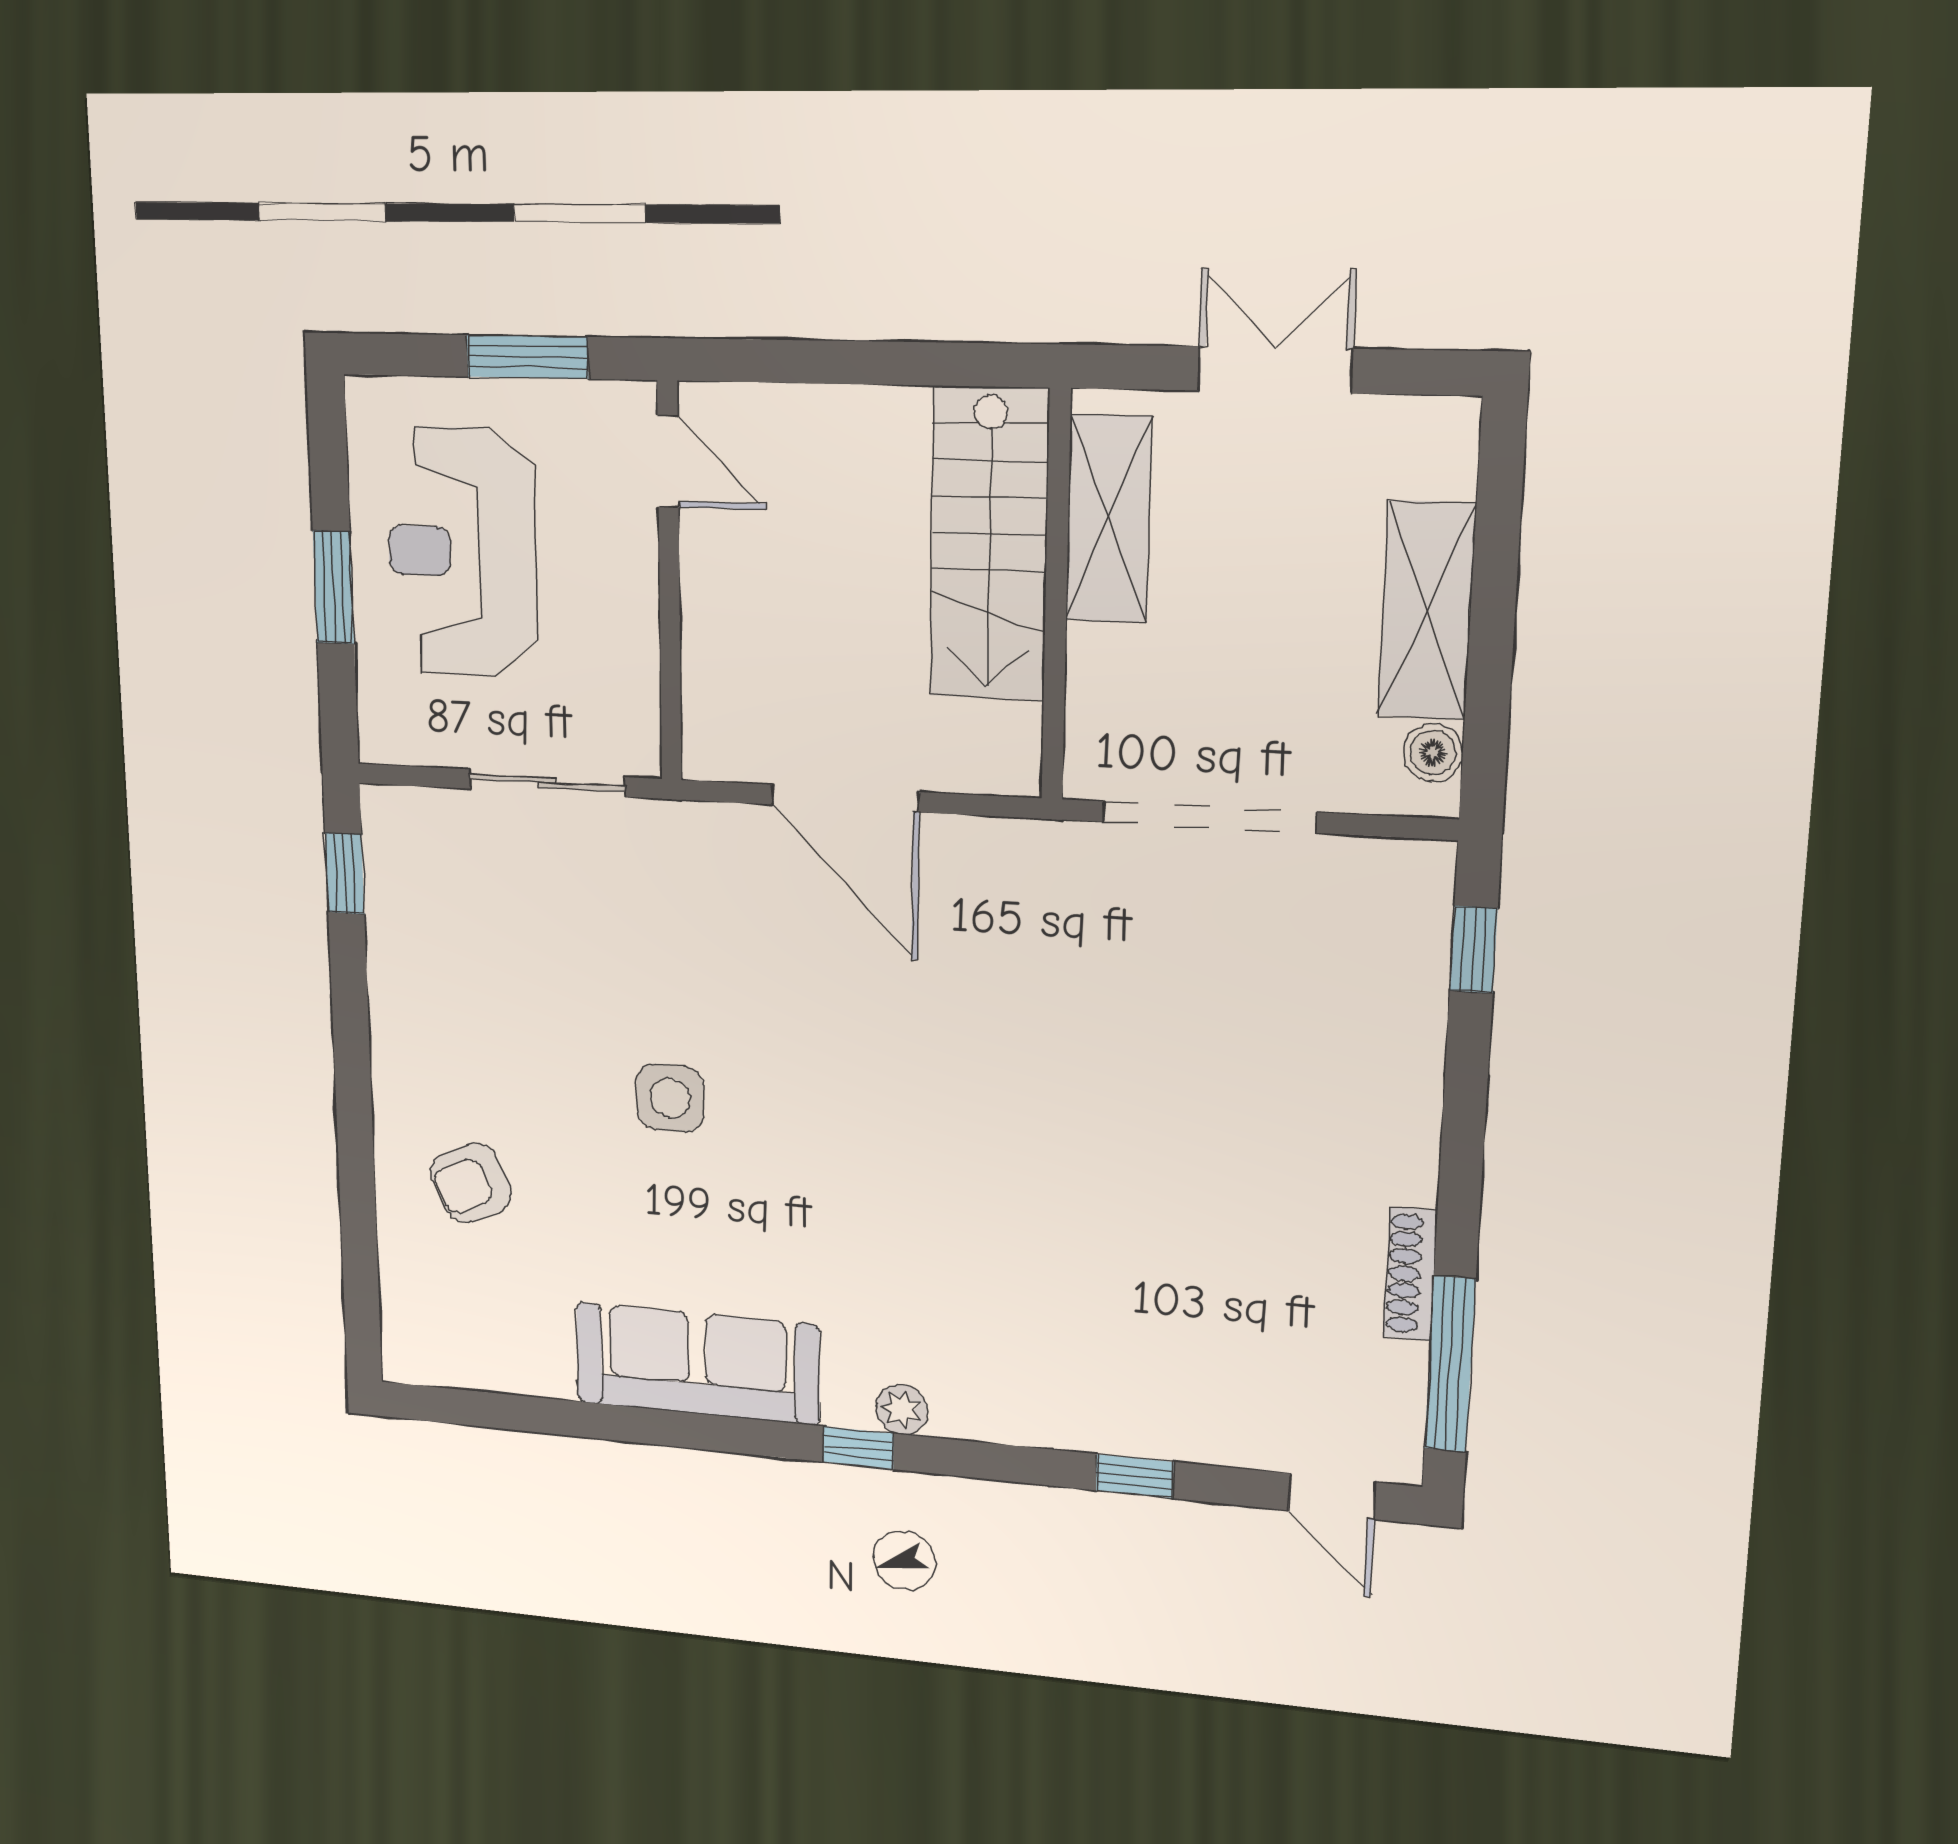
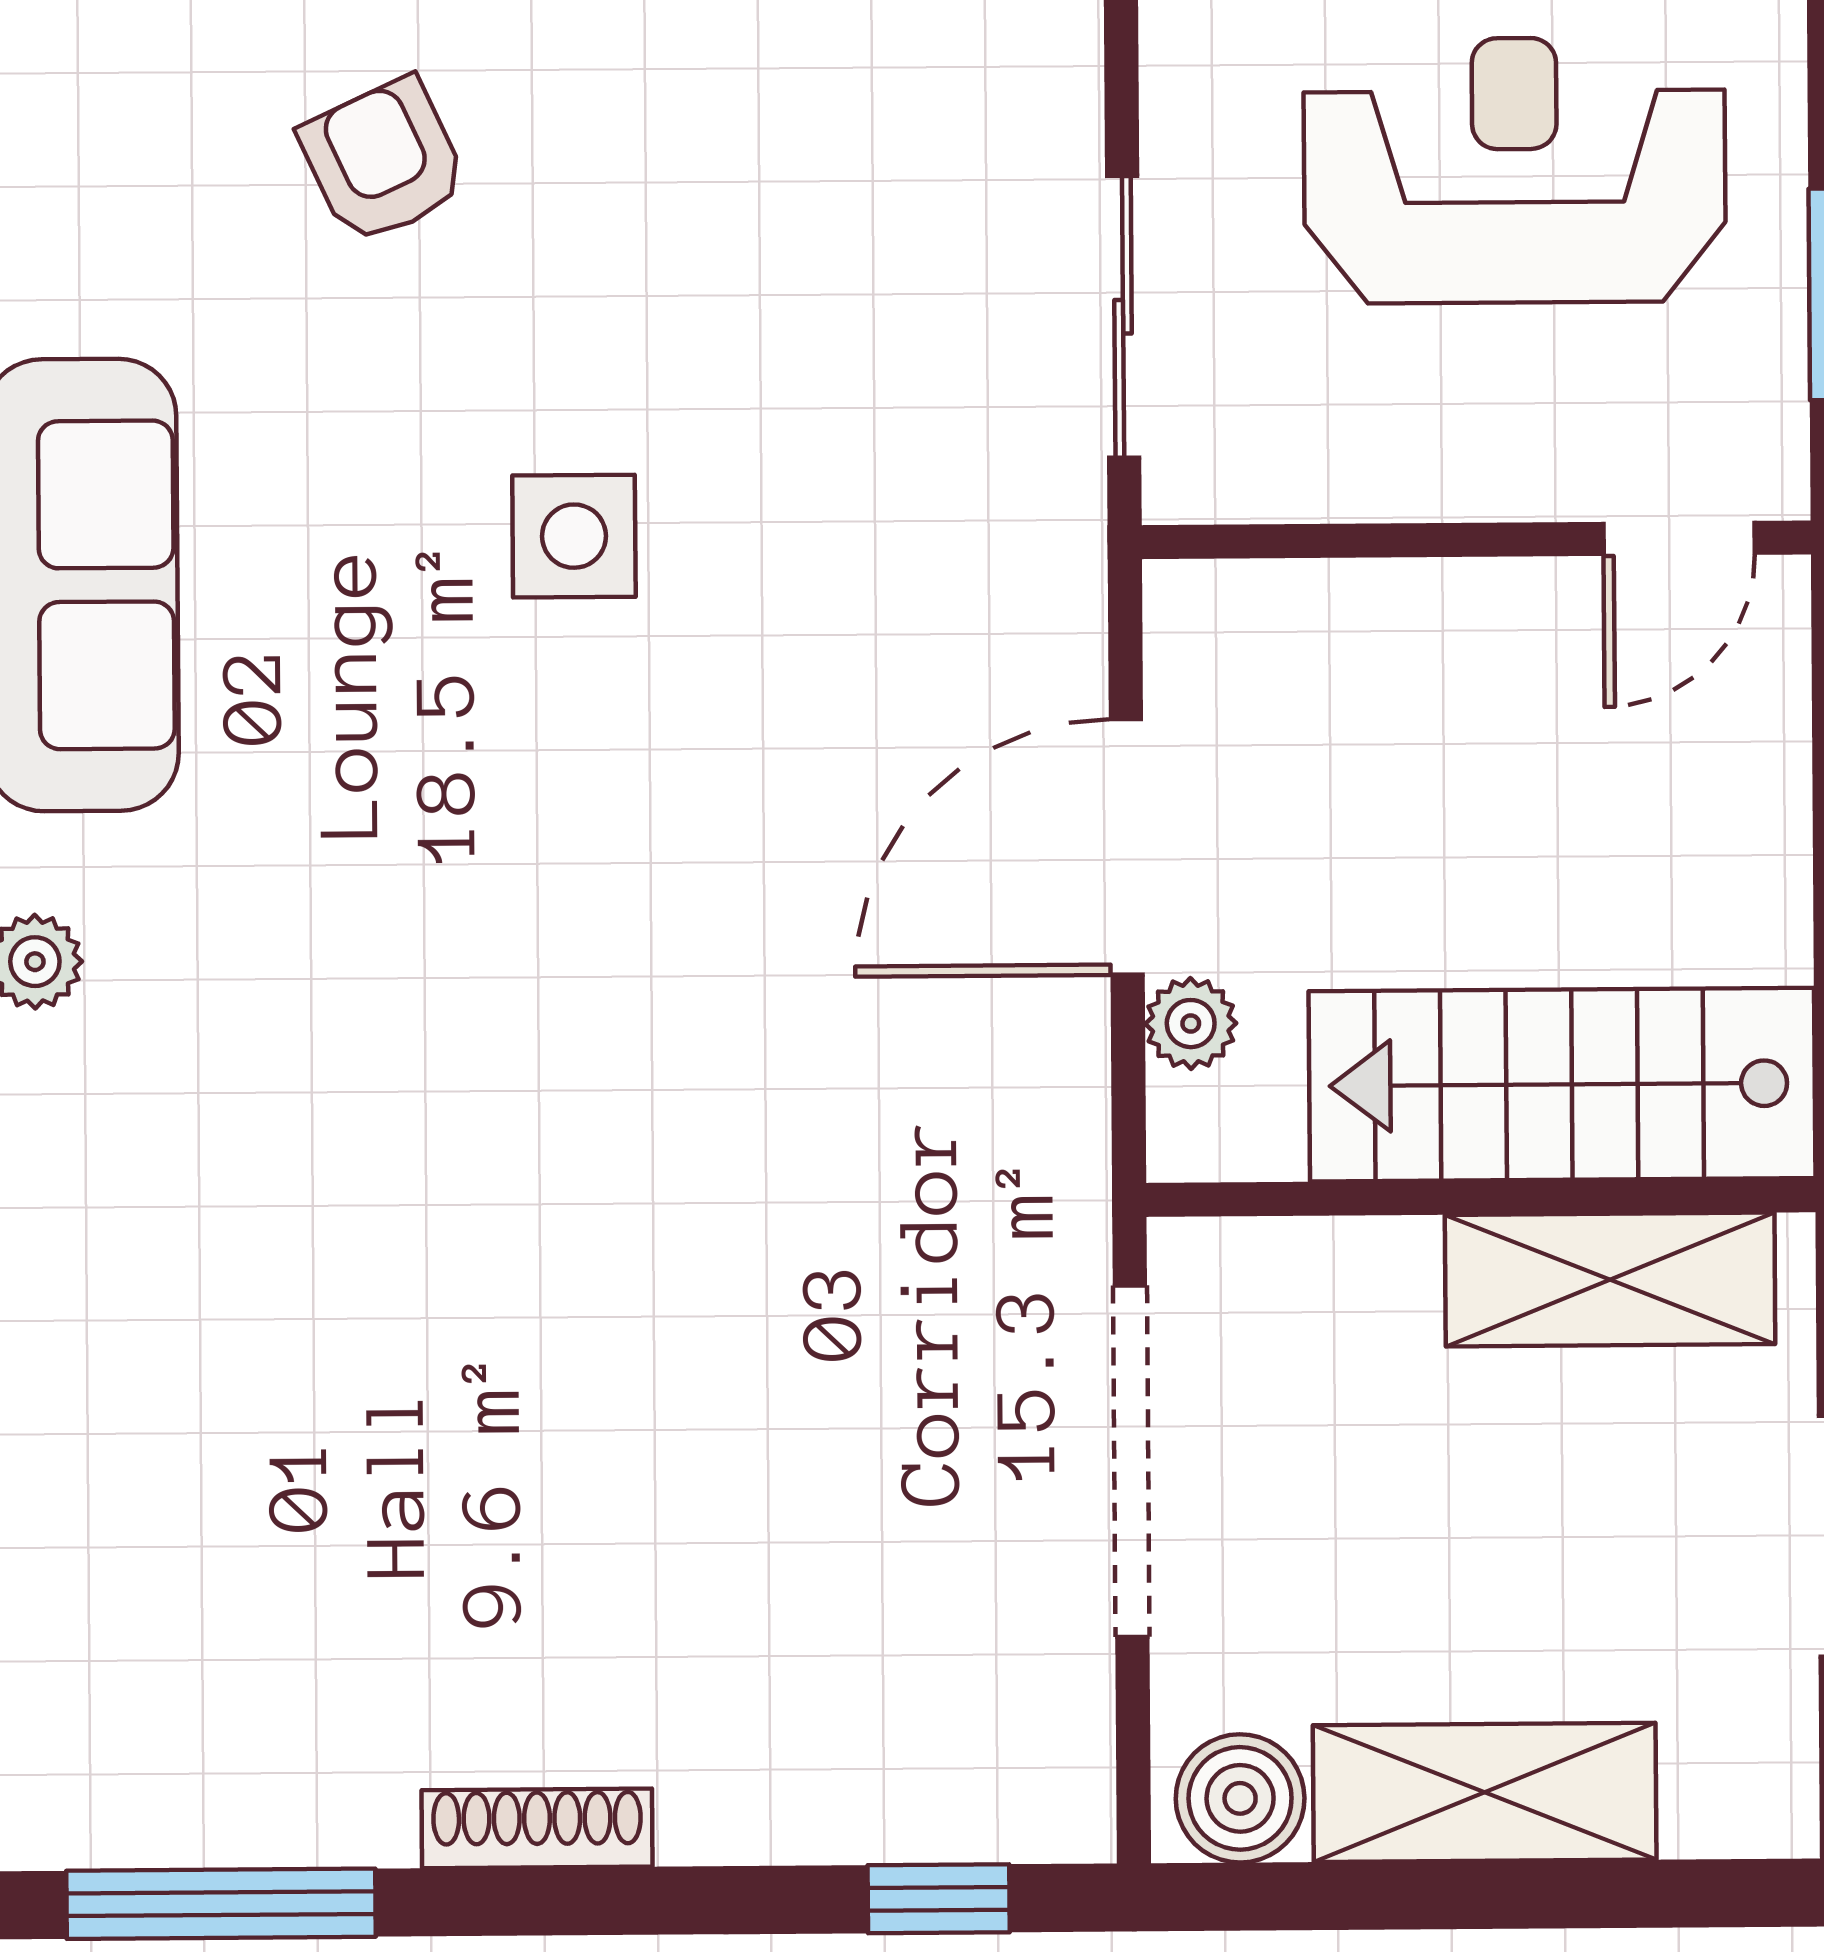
boiler: (1433, 753) -> (1240, 1798), width x1.36, depth x1.36
plant: (948, 767) -> (1191, 1024), added
shoe rack: (1410, 1274) -> (537, 1828), moved

